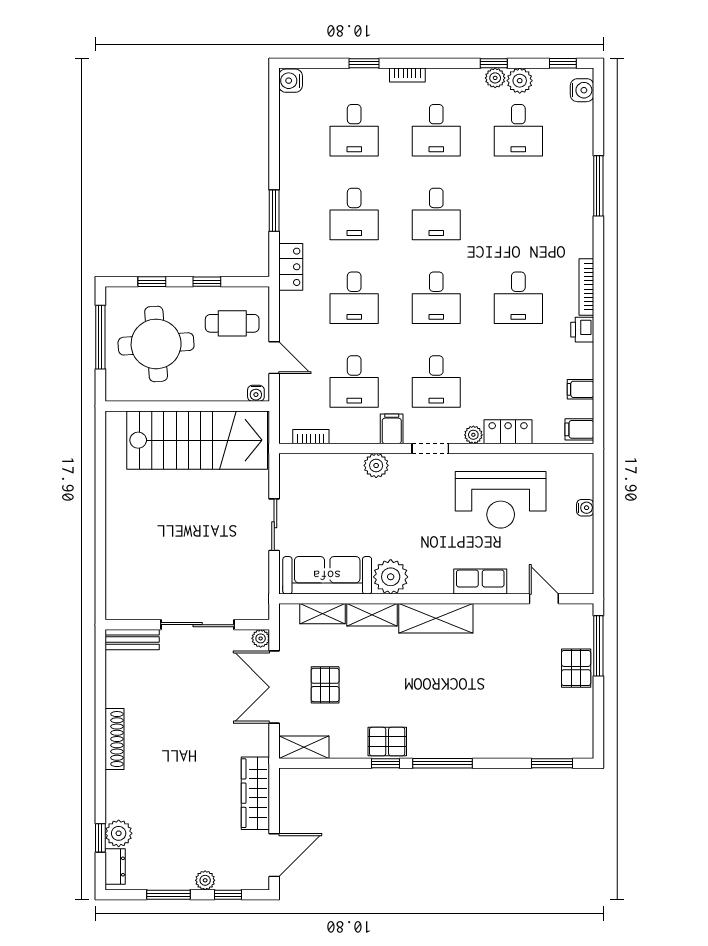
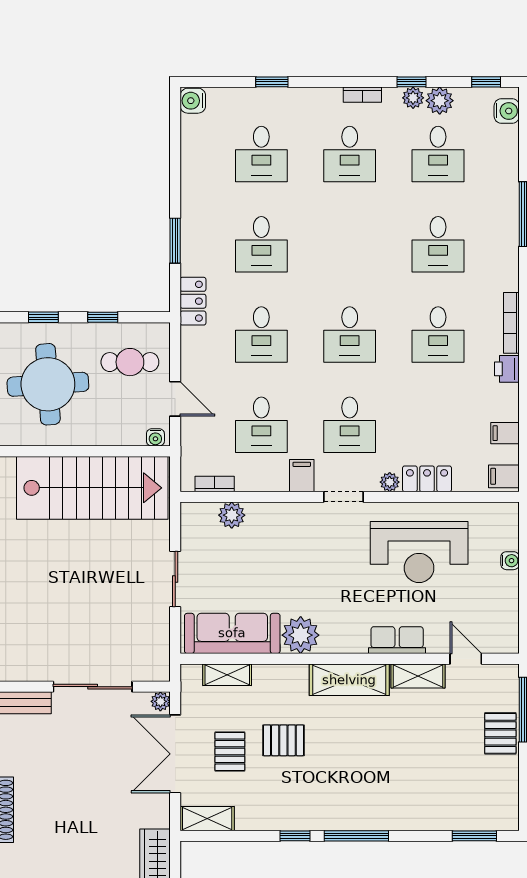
bookcase: (407, 75) -> (362, 95), moved
desk: (436, 214) -> (438, 244), moved
plant: (376, 465) -> (232, 515), moved
shelving: (372, 615) -> (418, 676), moved
pallet: (387, 742) -> (283, 740), moved

